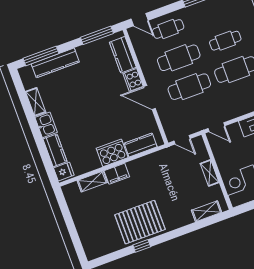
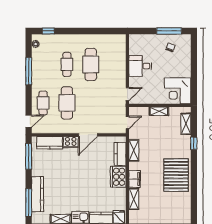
cafe table: (189, 87) -> (91, 103), removed
shelving: (151, 160) -> (134, 150), added
window: (142, 246) -> (194, 143), moved

